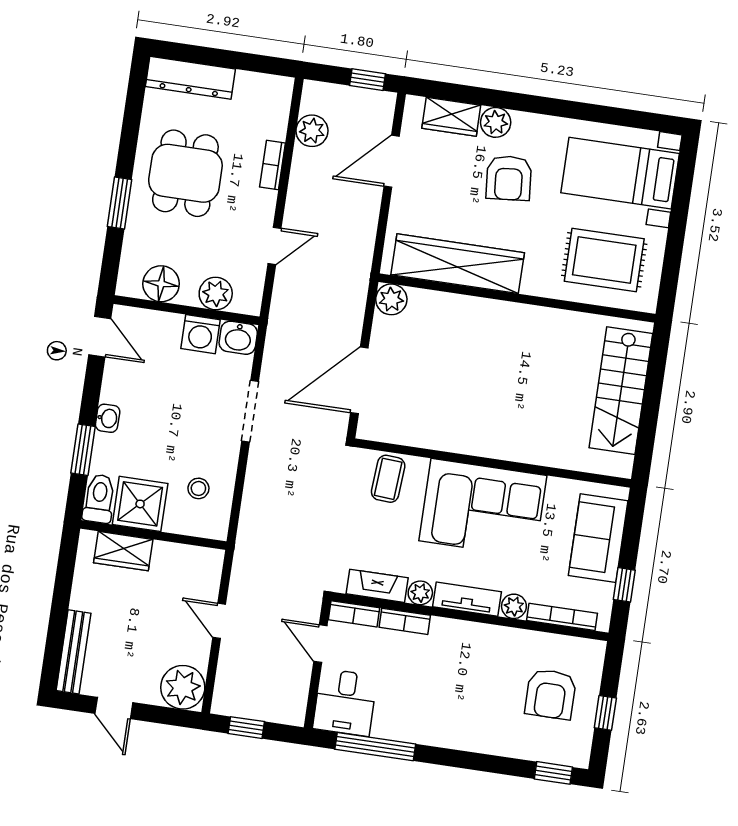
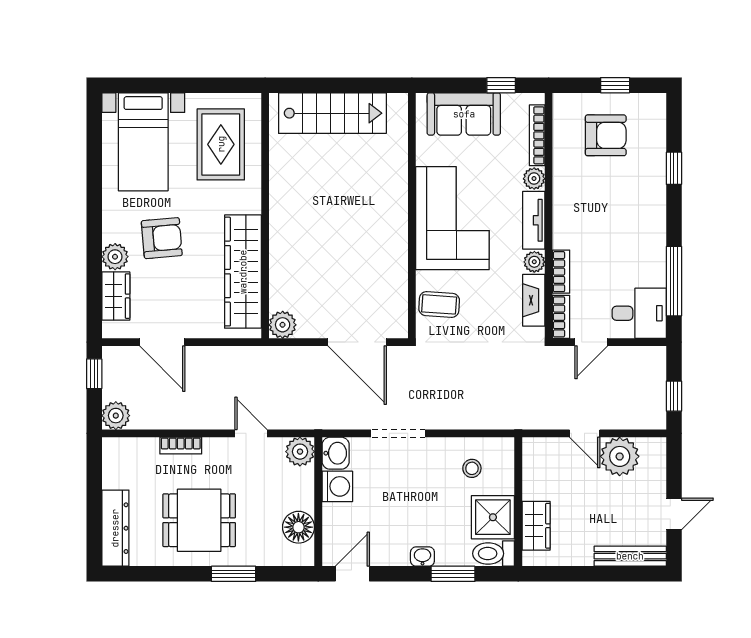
plant: (312, 131) -> (116, 416), moved
plant: (216, 294) -> (300, 452), moved
door: (219, 621) -> (585, 433), hinge flipped
plant: (183, 687) -> (620, 456), moved
window: (553, 773) -> (674, 168), moved

